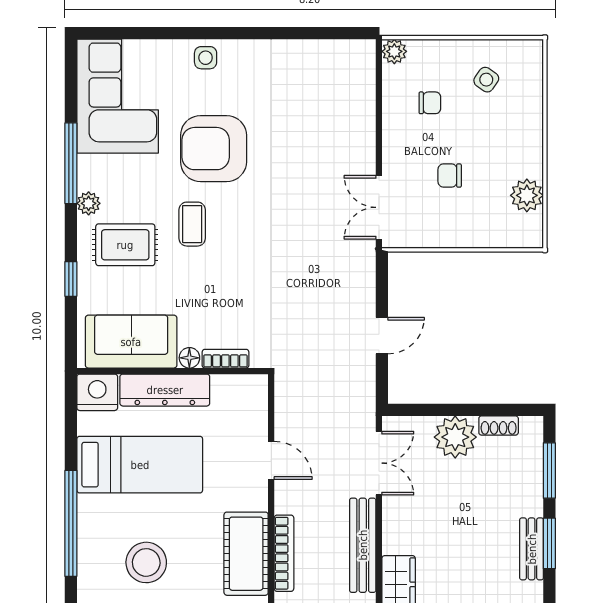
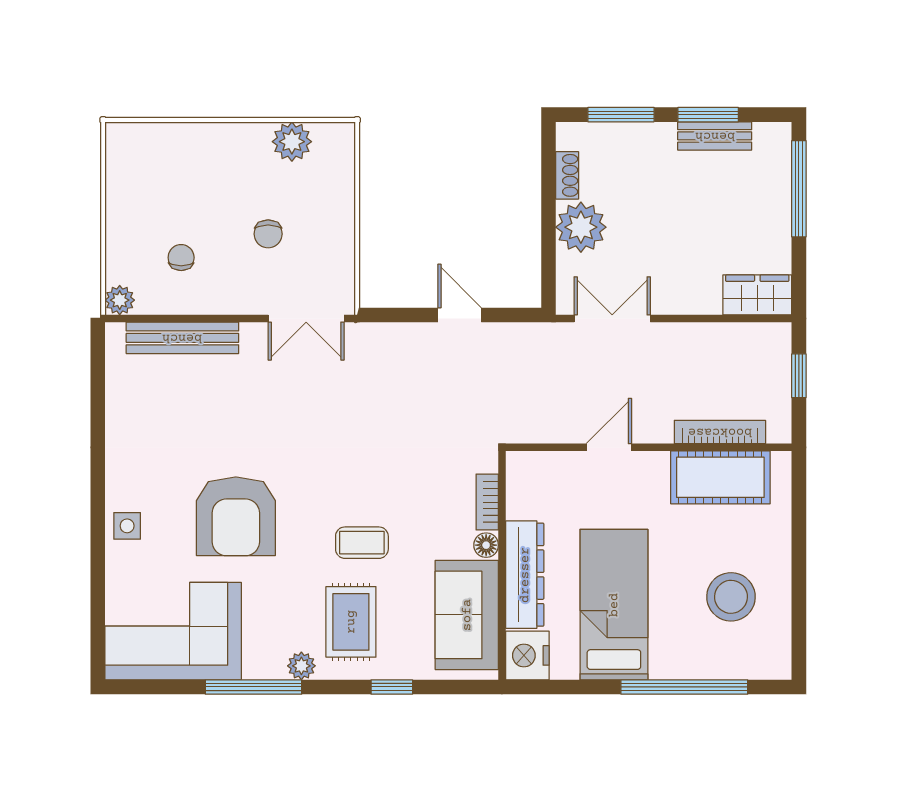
side table: (486, 80) -> (153, 190), removed
coffee table: (192, 224) -> (362, 543), moved
bench: (363, 545) -> (182, 338), moved

